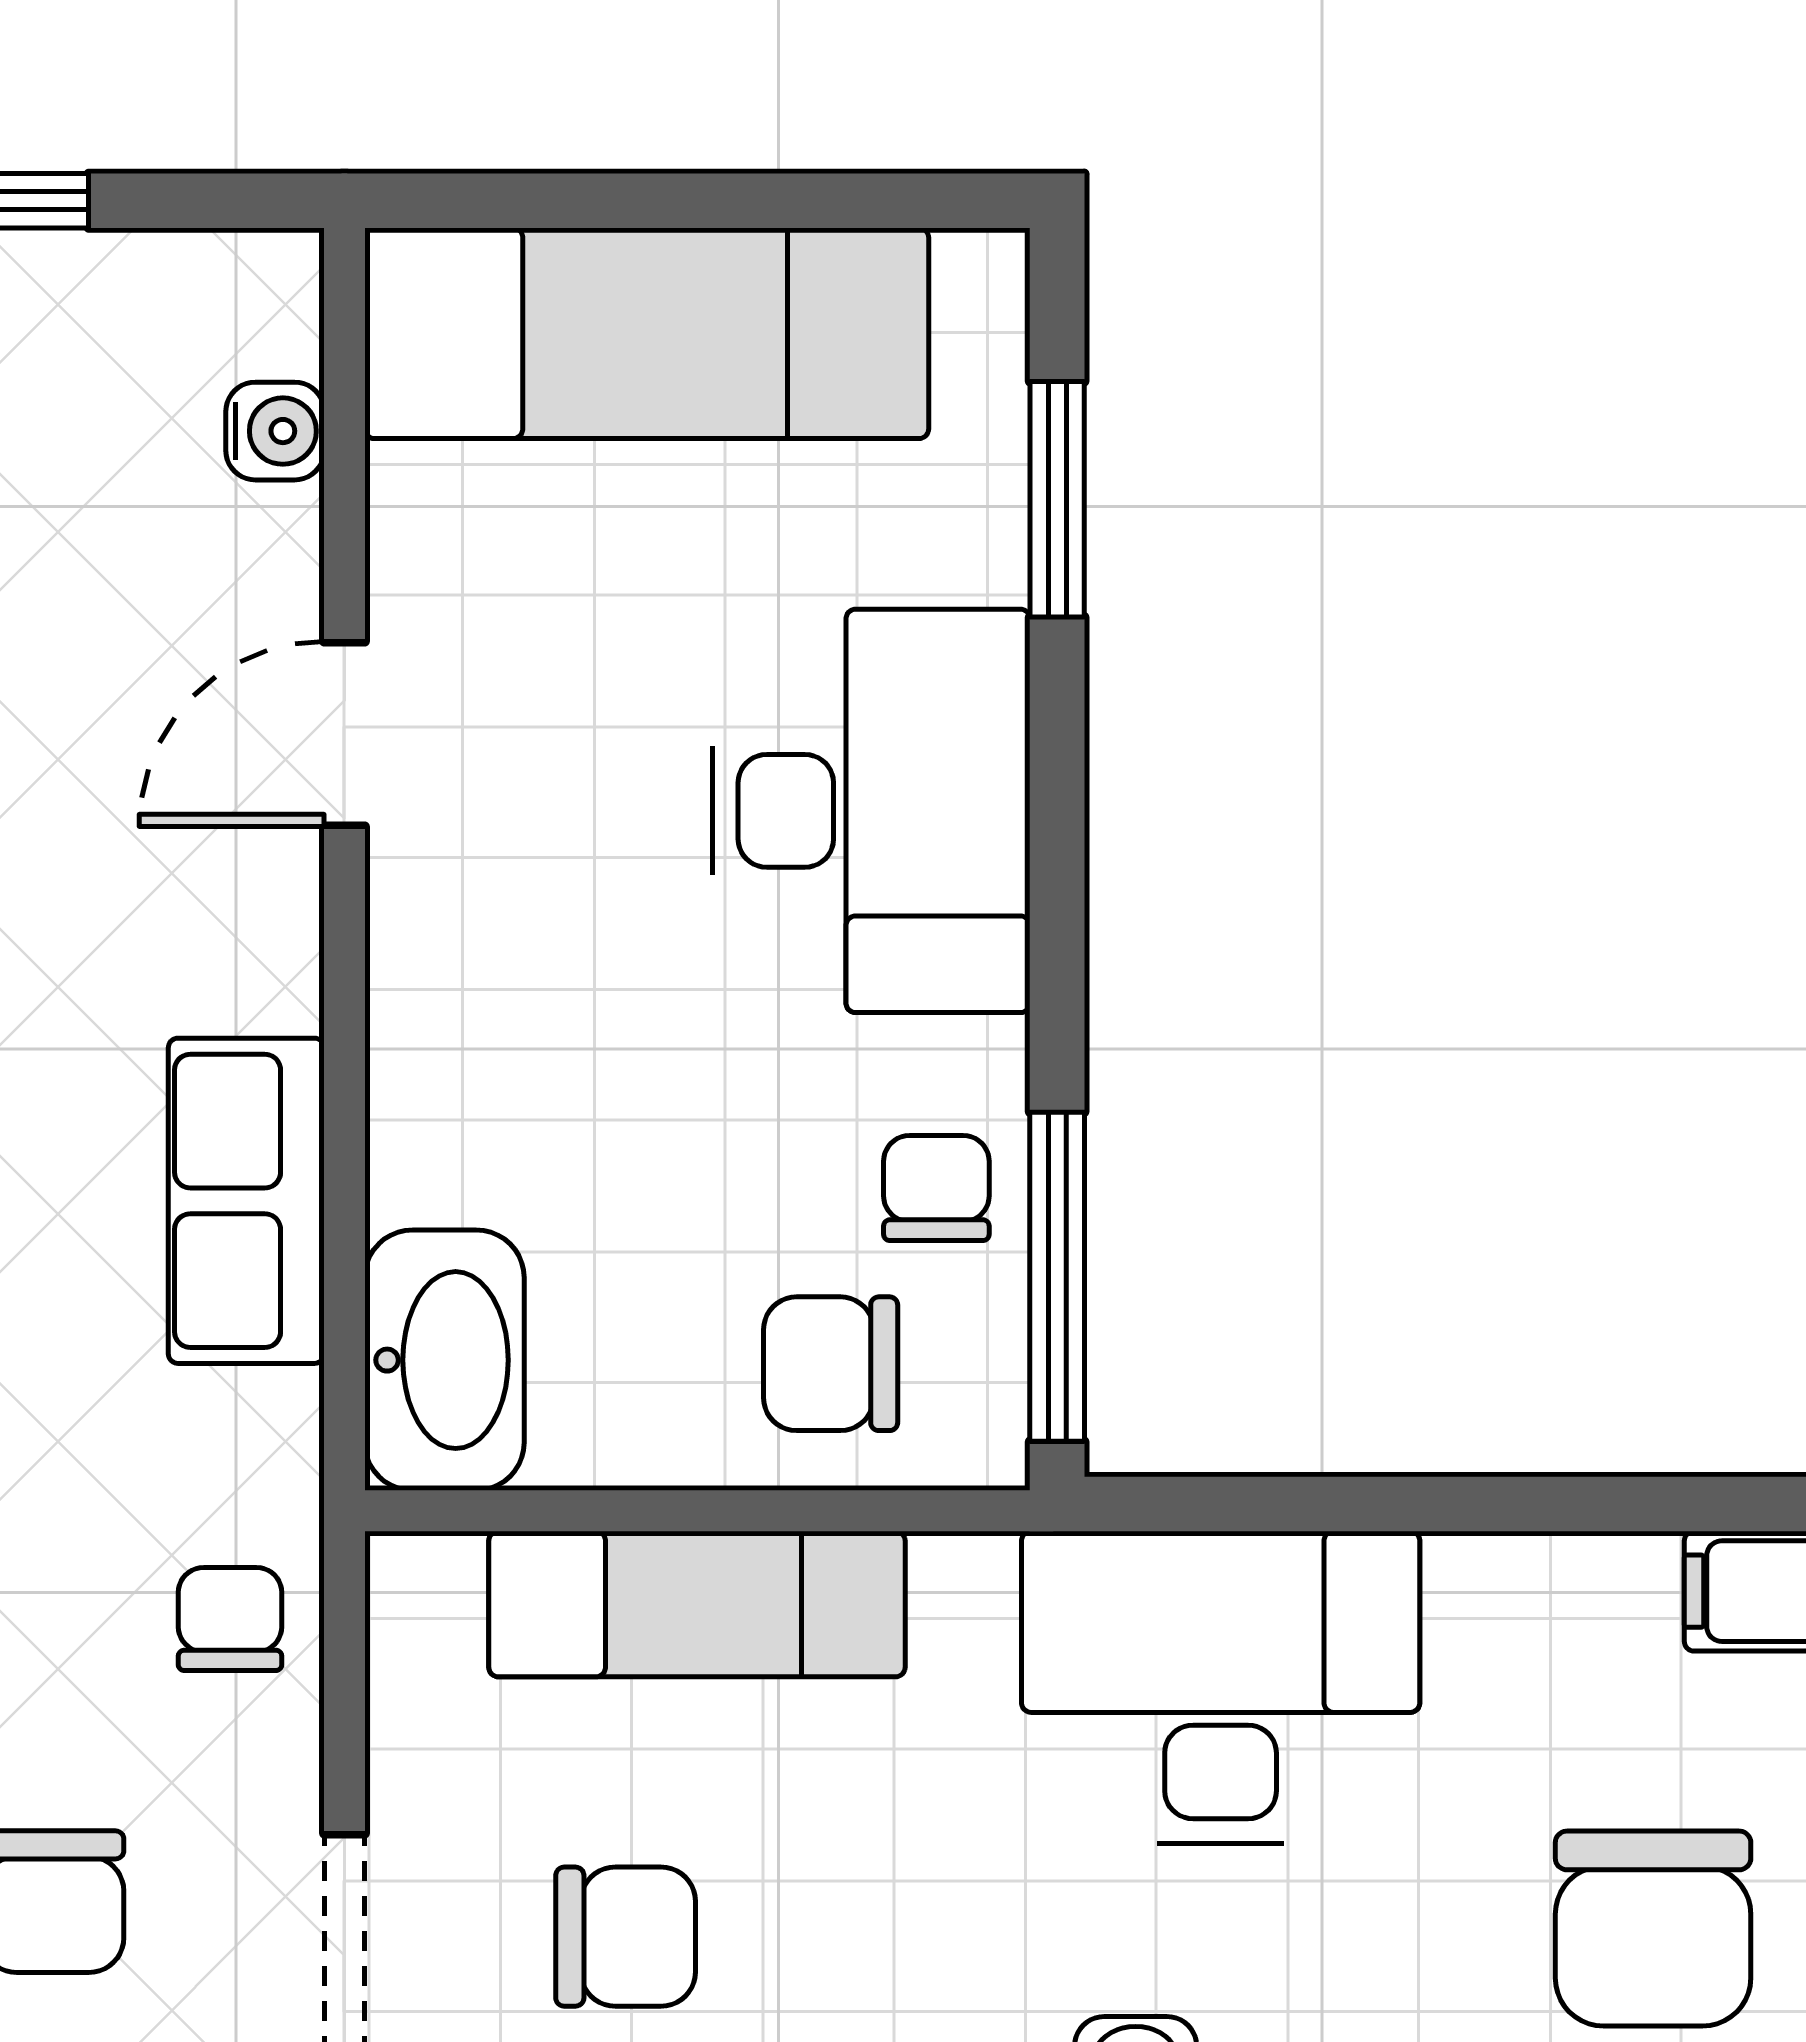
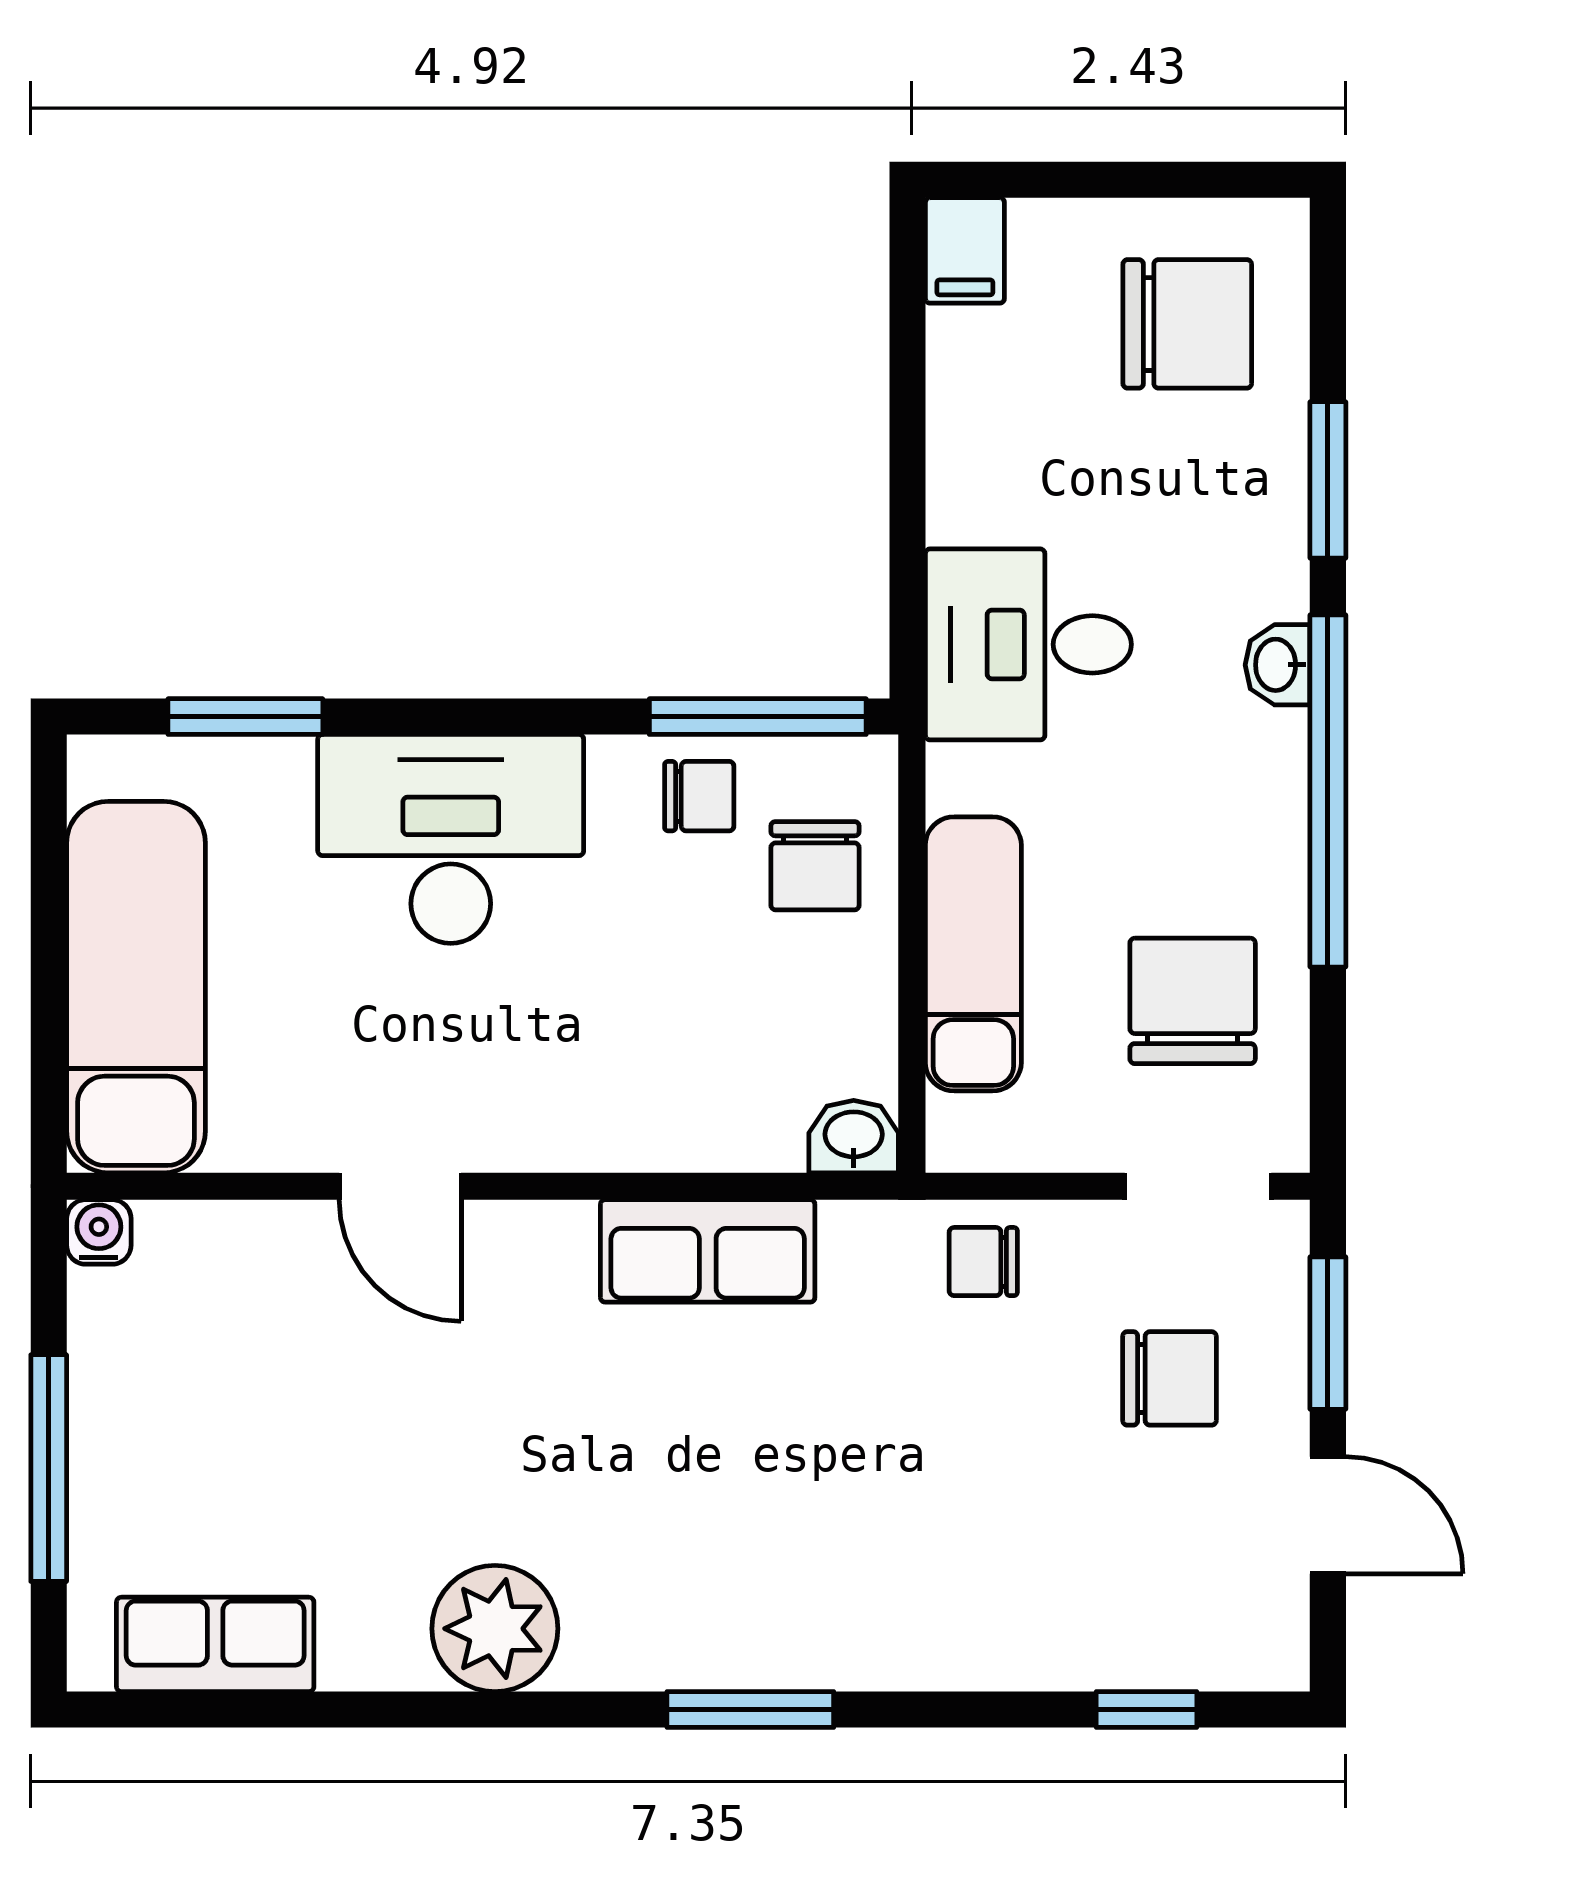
water cooler: (275, 431) -> (99, 1232), moved
chair: (936, 1188) -> (699, 796), turned 180
washbasin: (444, 1360) -> (854, 1137), width x0.52, depth x0.69
desk: (1221, 1687) -> (1028, 644), width x0.73
chair: (626, 1937) -> (1193, 1001), width x1.37, depth x1.37

